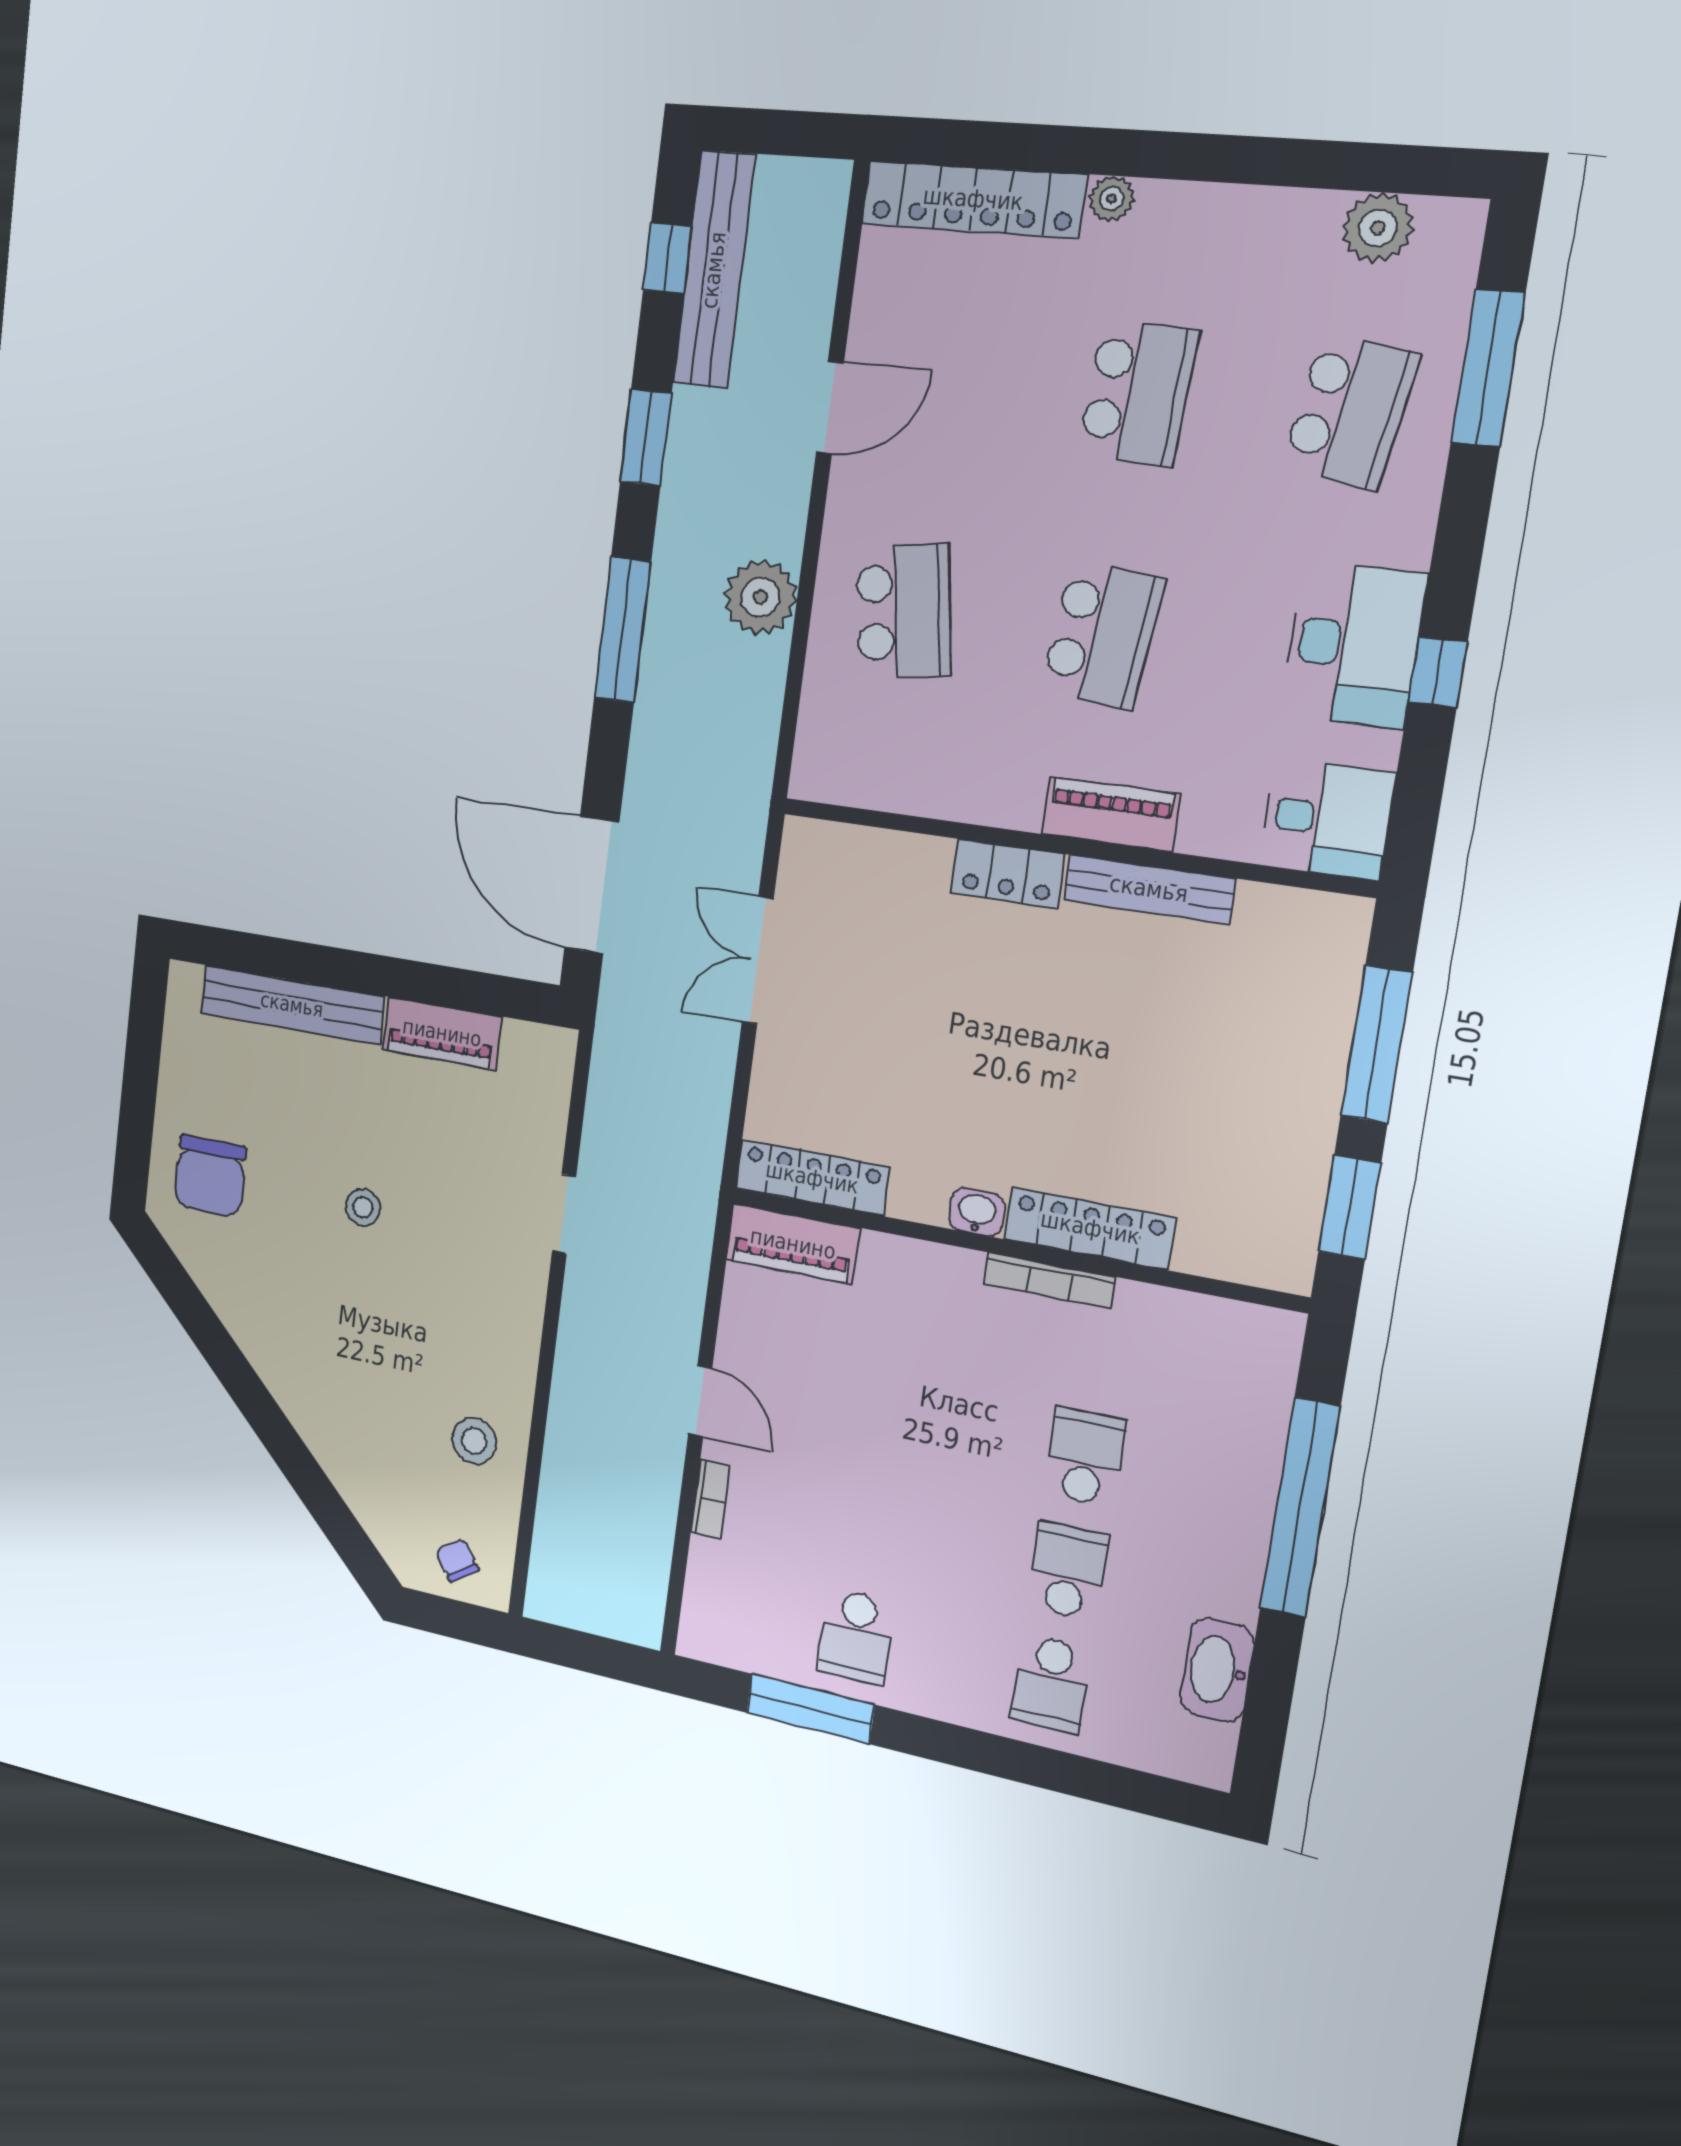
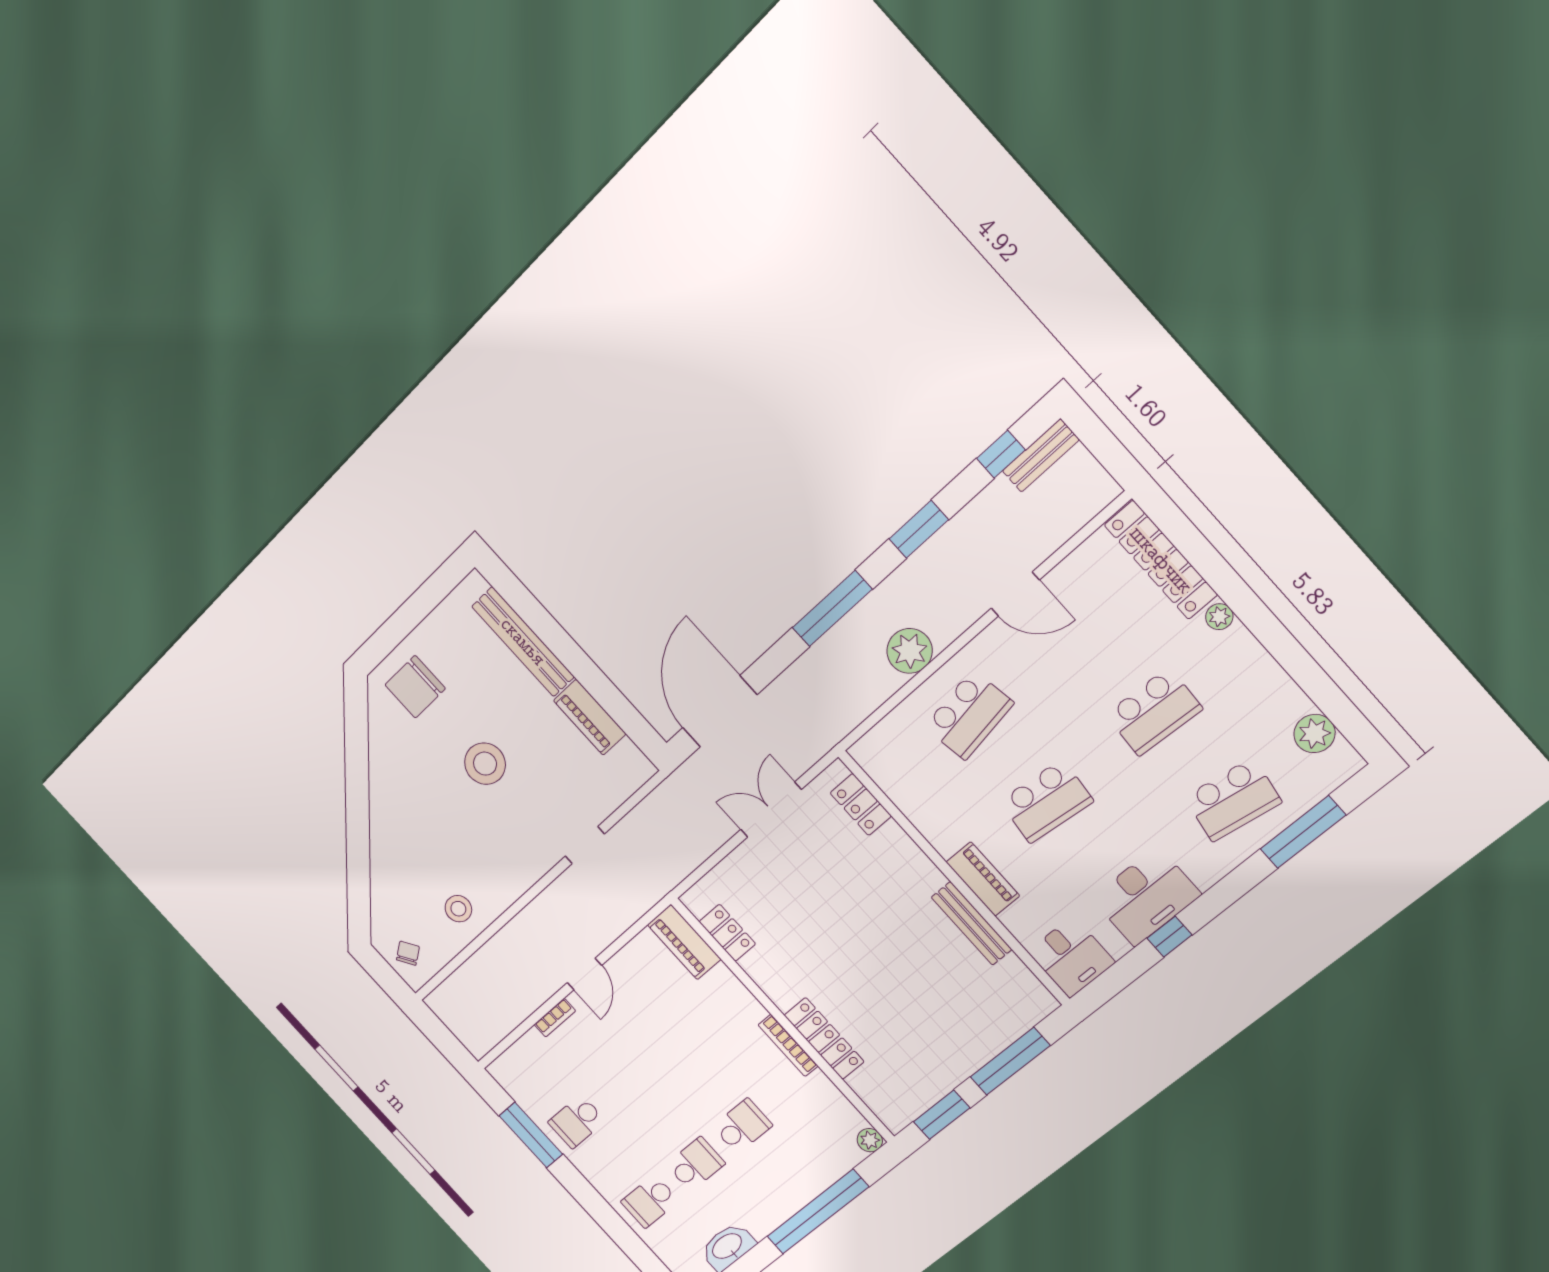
bench: (714, 270) -> (1041, 455), width x0.54, depth x0.82
locker: (1008, 874) -> (861, 805), moved
locker: (812, 1178) -> (727, 933), width x0.66
stool: (363, 1207) -> (485, 764), width x1.89, depth x1.89
washbasin: (977, 1212) -> (780, 994), removed
plant: (1281, 1332) -> (870, 1140), added

